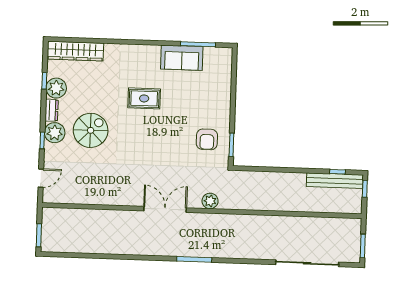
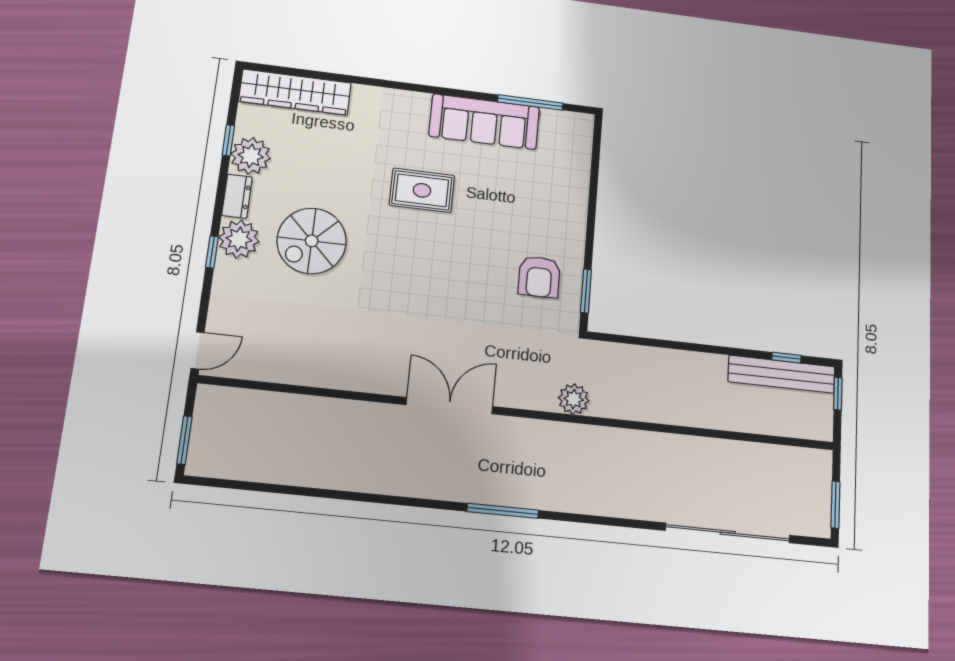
sofa: (182, 58) -> (484, 122), width x1.36
spiral stairs: (91, 130) -> (312, 241), turned 180
door: (41, 178) -> (198, 350), moved
plant: (210, 201) -> (574, 399), moved

